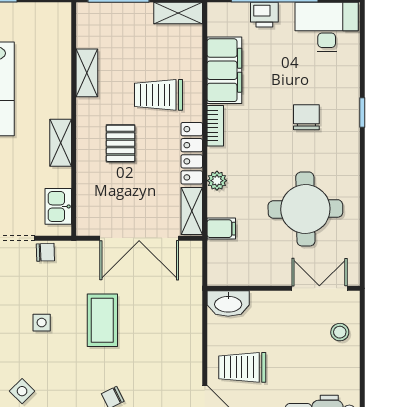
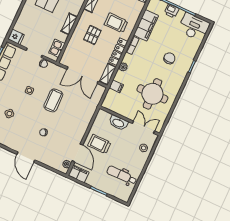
washbasin: (228, 304) -> (118, 123), moved

